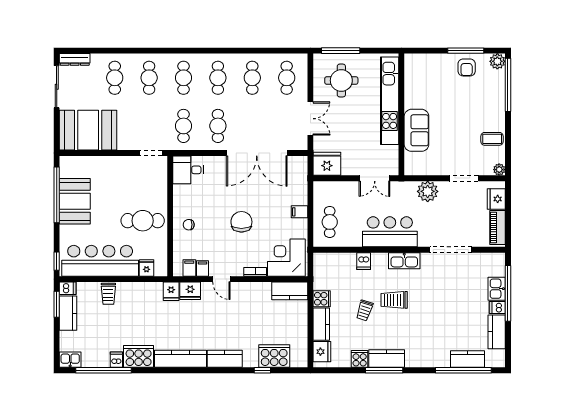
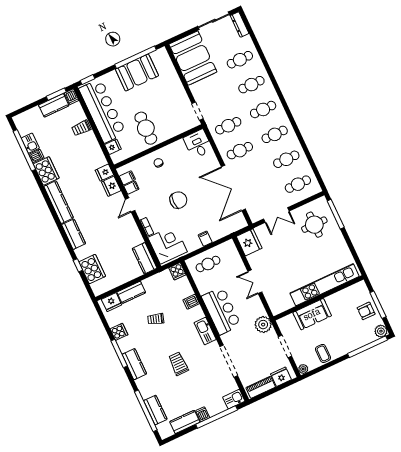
kitchen unit: (390, 101) -> (324, 285), moved
wall: (401, 114) -> (319, 298), moved
sofa: (416, 130) -> (312, 314), moved
kitchen sink: (497, 289) -> (234, 399), moved
cooker: (322, 299) -> (177, 271), moved
trolley: (394, 300) -> (178, 364), moved
kitchen counter: (387, 359) -> (134, 364), moved
kitchen sink: (70, 360) -> (30, 143), moved

